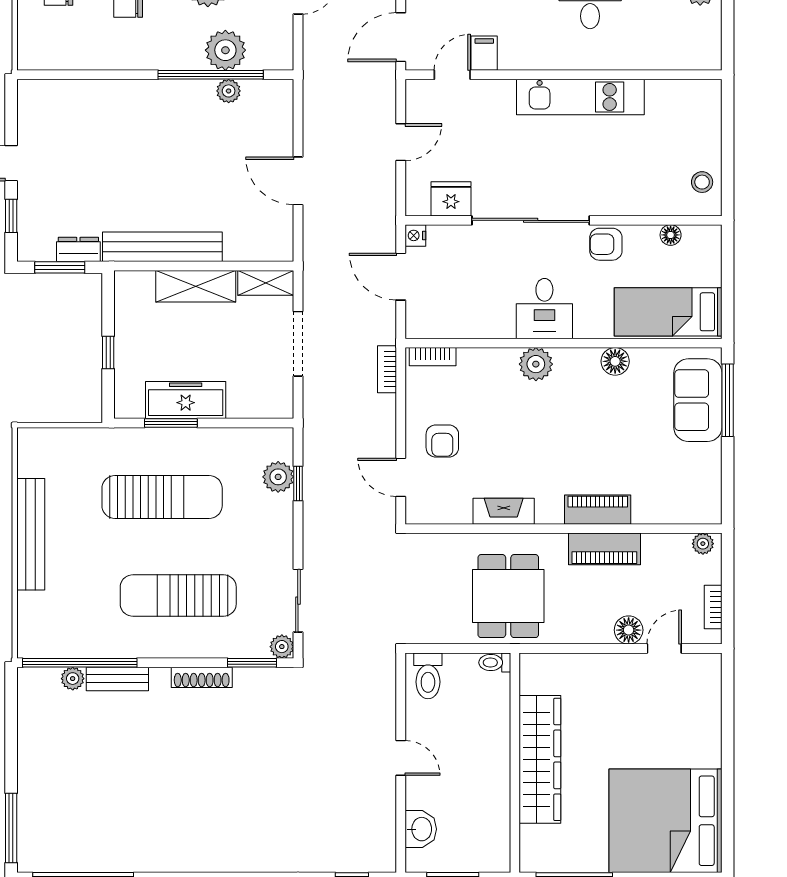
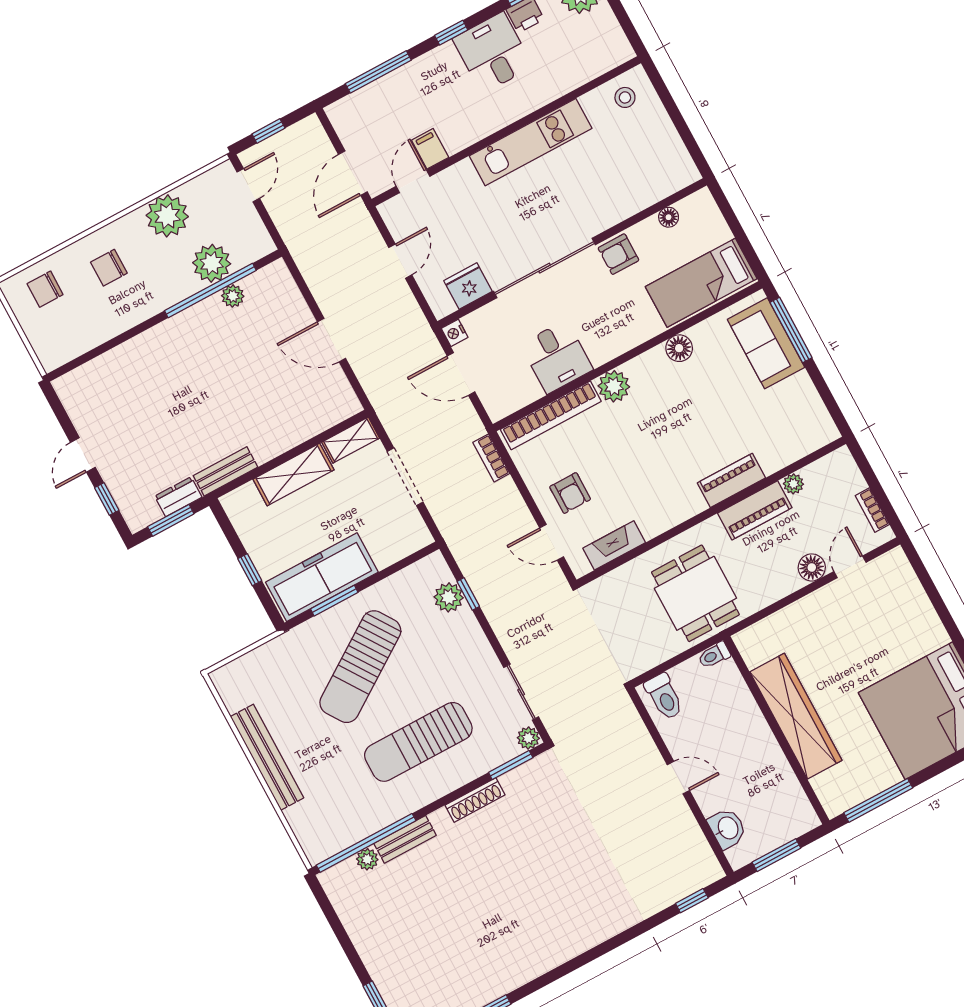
stool: (702, 182) -> (625, 97), moved
bench: (162, 247) -> (225, 471), width x0.54, depth x0.82
desk: (544, 309) -> (557, 357), moved
bookcase: (433, 357) -> (551, 415), width x2.31, depth x1.31
freezer: (186, 400) -> (322, 577), width x1.36, depth x1.26
sun lounger: (162, 497) -> (360, 667), turned 146
fireplace: (504, 511) -> (614, 545), moved
plant: (703, 544) -> (793, 484), moved

